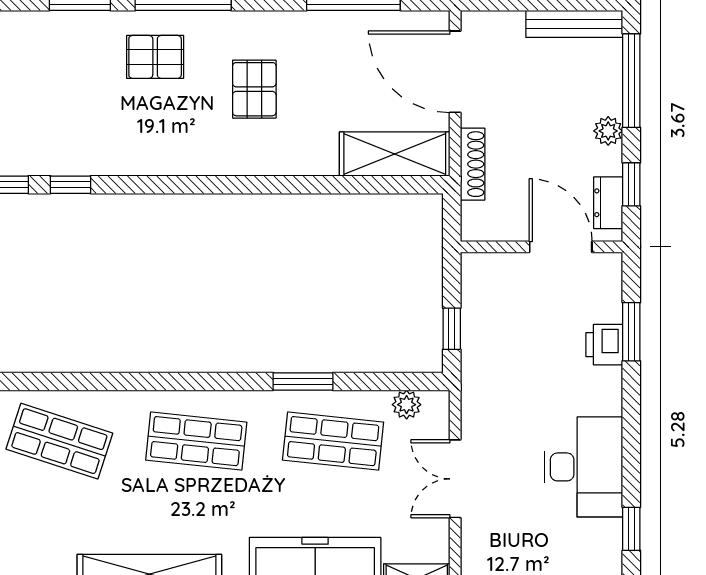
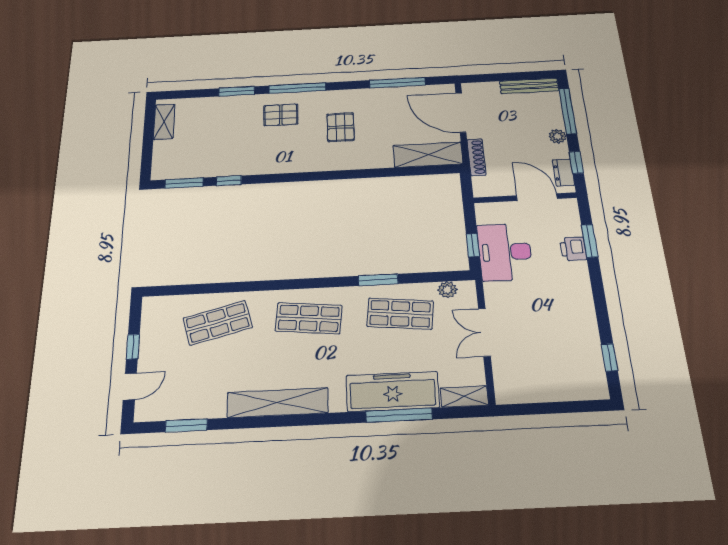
shop shelf: (59, 441) -> (218, 323), turned -33
desk: (583, 467) -> (505, 252), moved, turned 180

